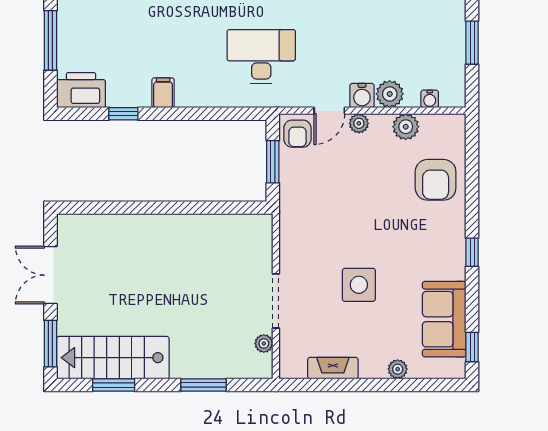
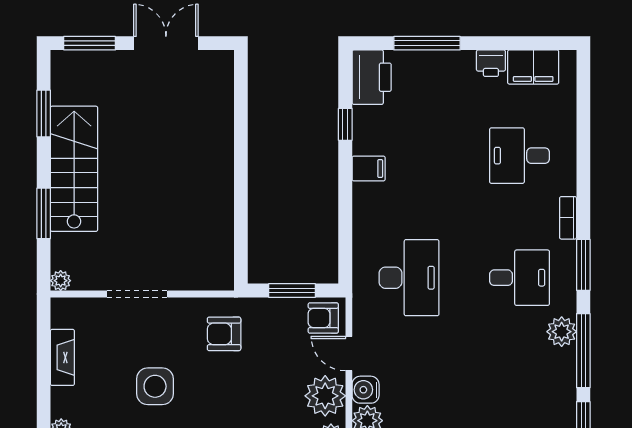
plant: (359, 123) -> (325, 396), width x1.87, depth x1.87
armchair: (312, 223) -> (224, 334), added
plant: (264, 343) -> (61, 281), moved
stairs: (113, 358) -> (74, 169), moved

